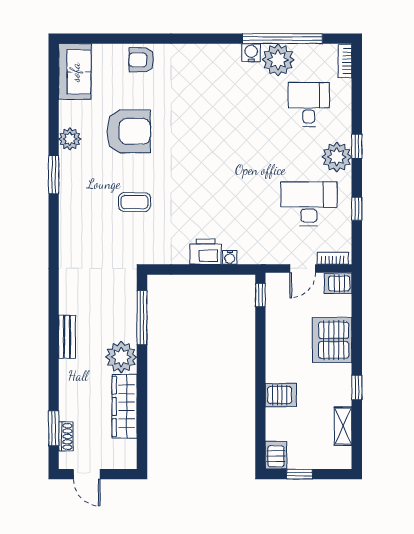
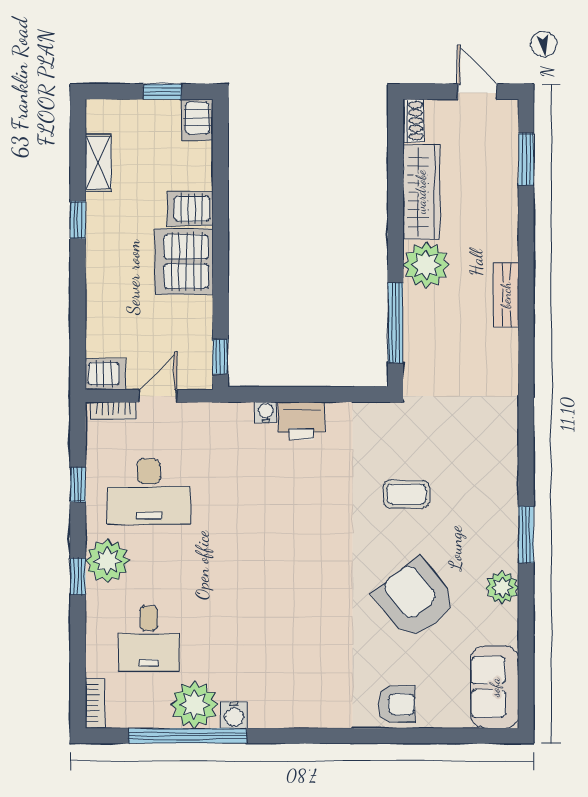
armchair: (129, 131) -> (415, 599), turned 51
server rack: (332, 340) -> (184, 261), moved, turned 180
shoe rack: (66, 436) -> (413, 121), moved, turned 180

